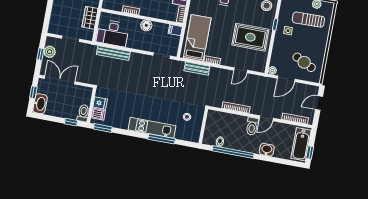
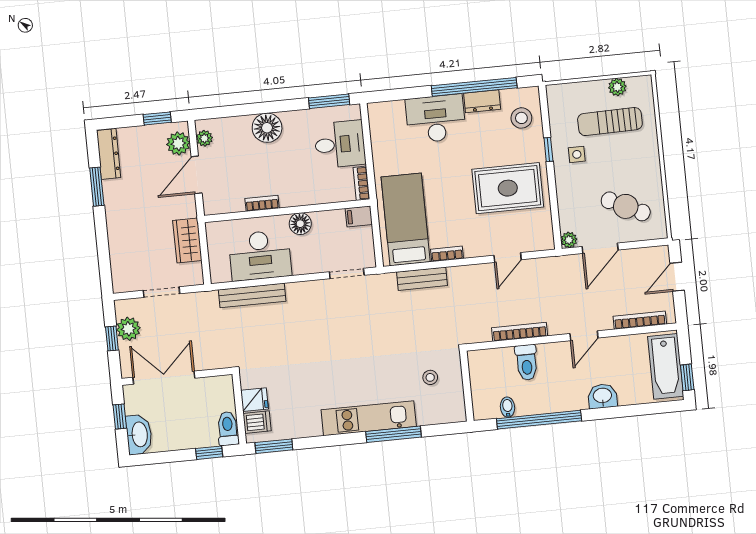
desk: (113, 33) -> (260, 255), moved
toilet: (252, 126) -> (527, 362), moved

